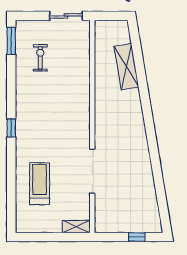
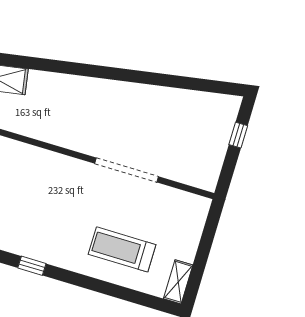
shelving: (76, 227) -> (178, 282), moved

